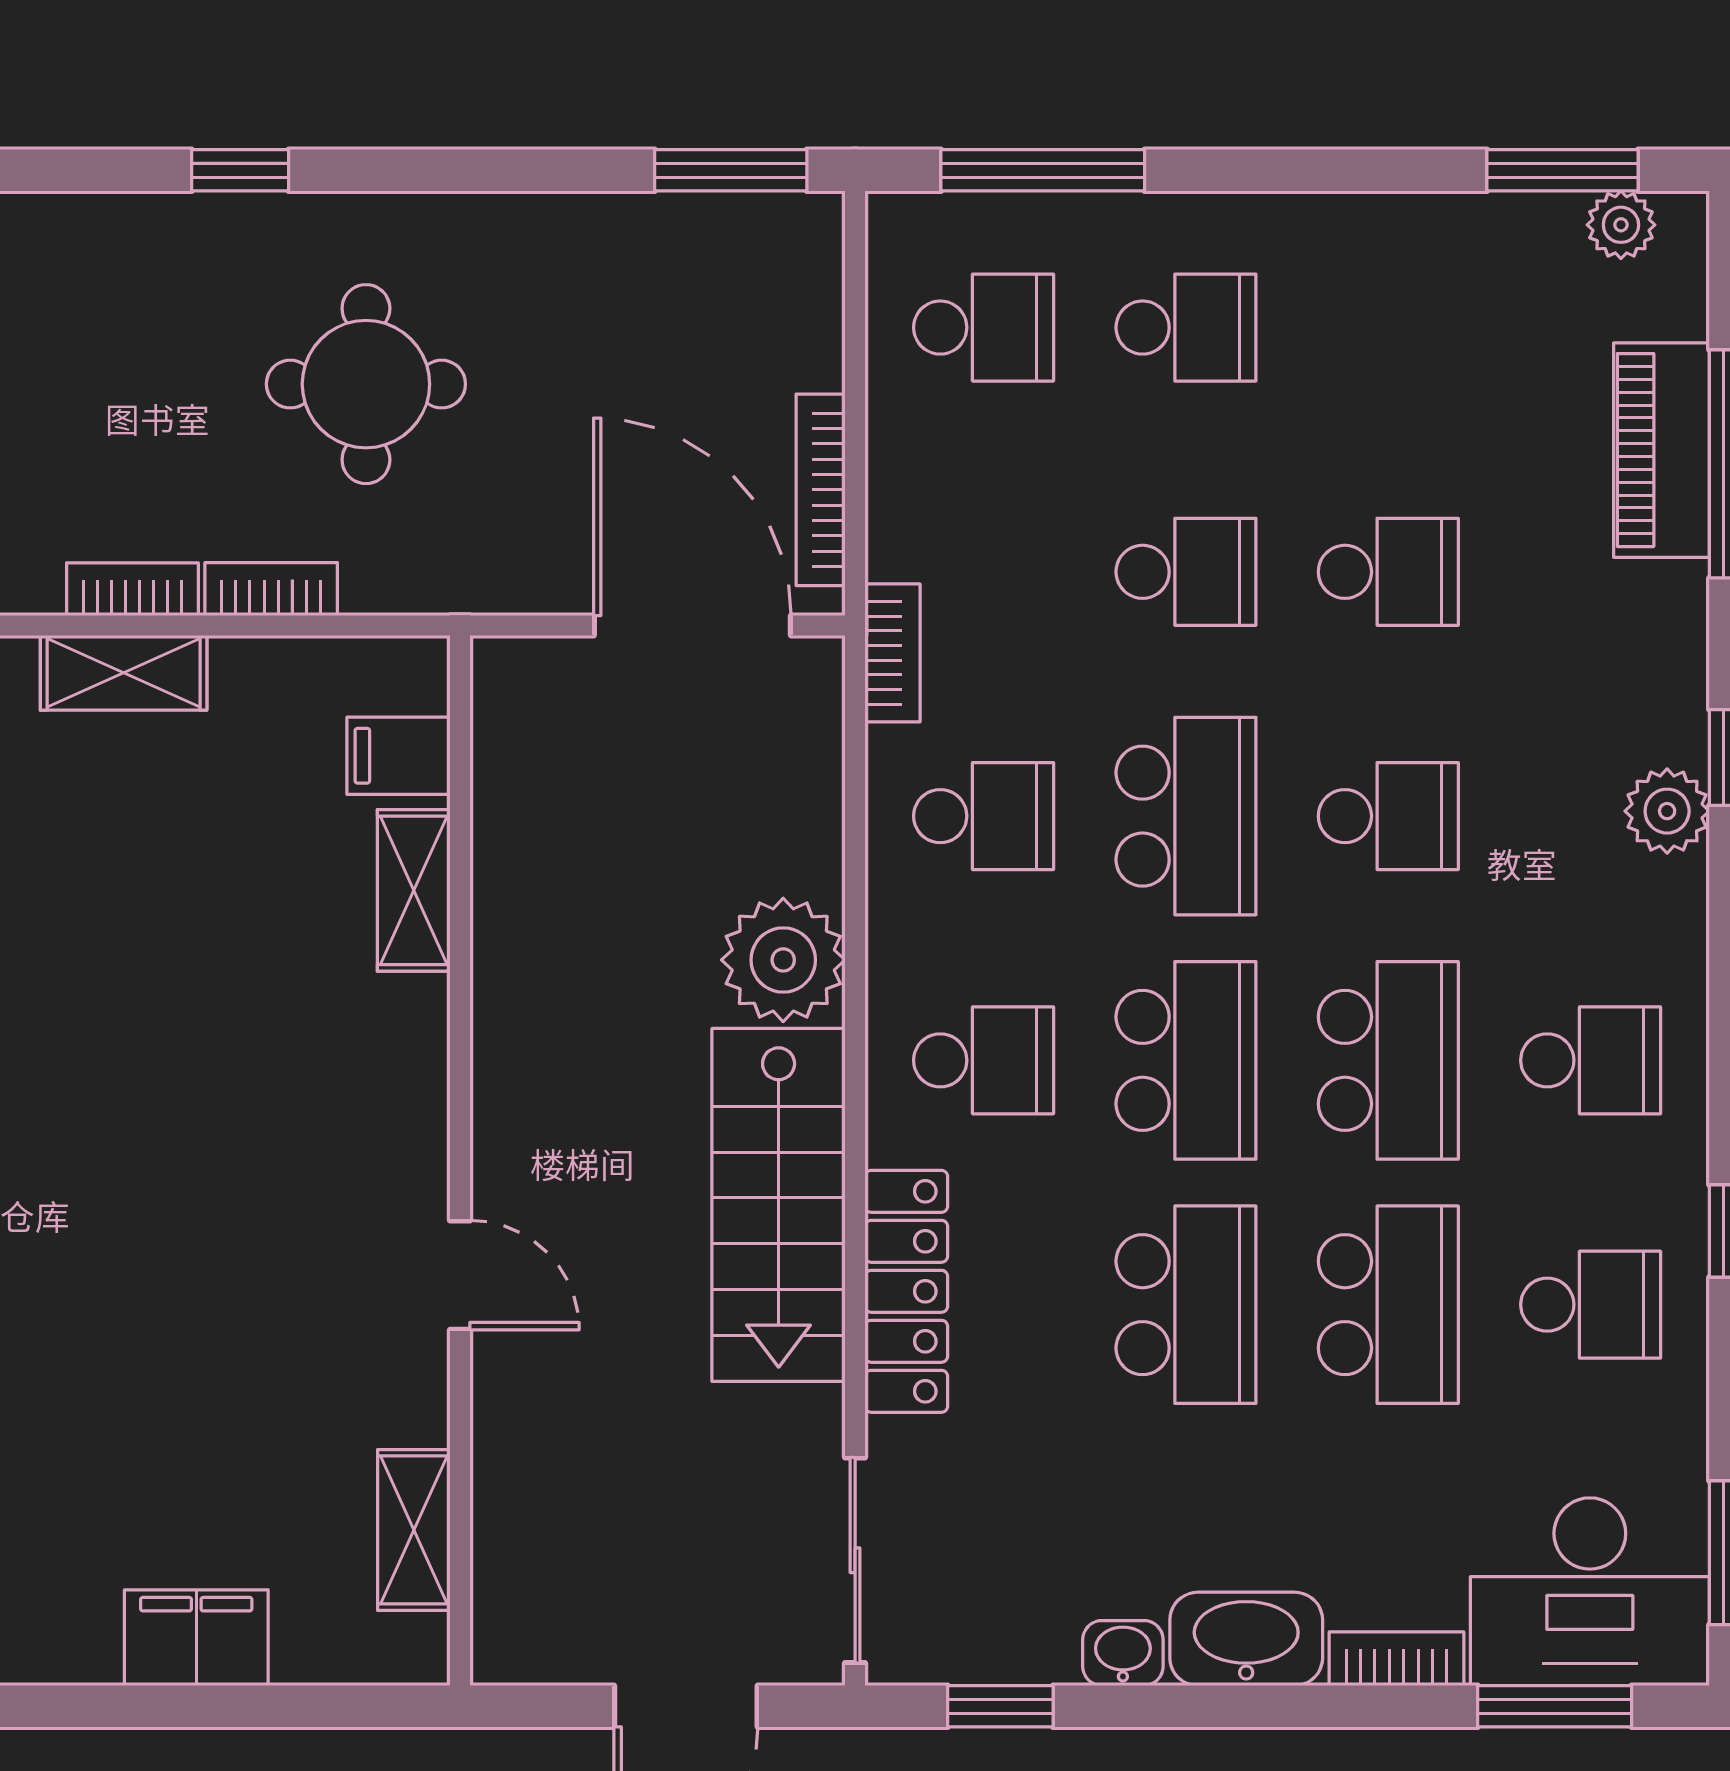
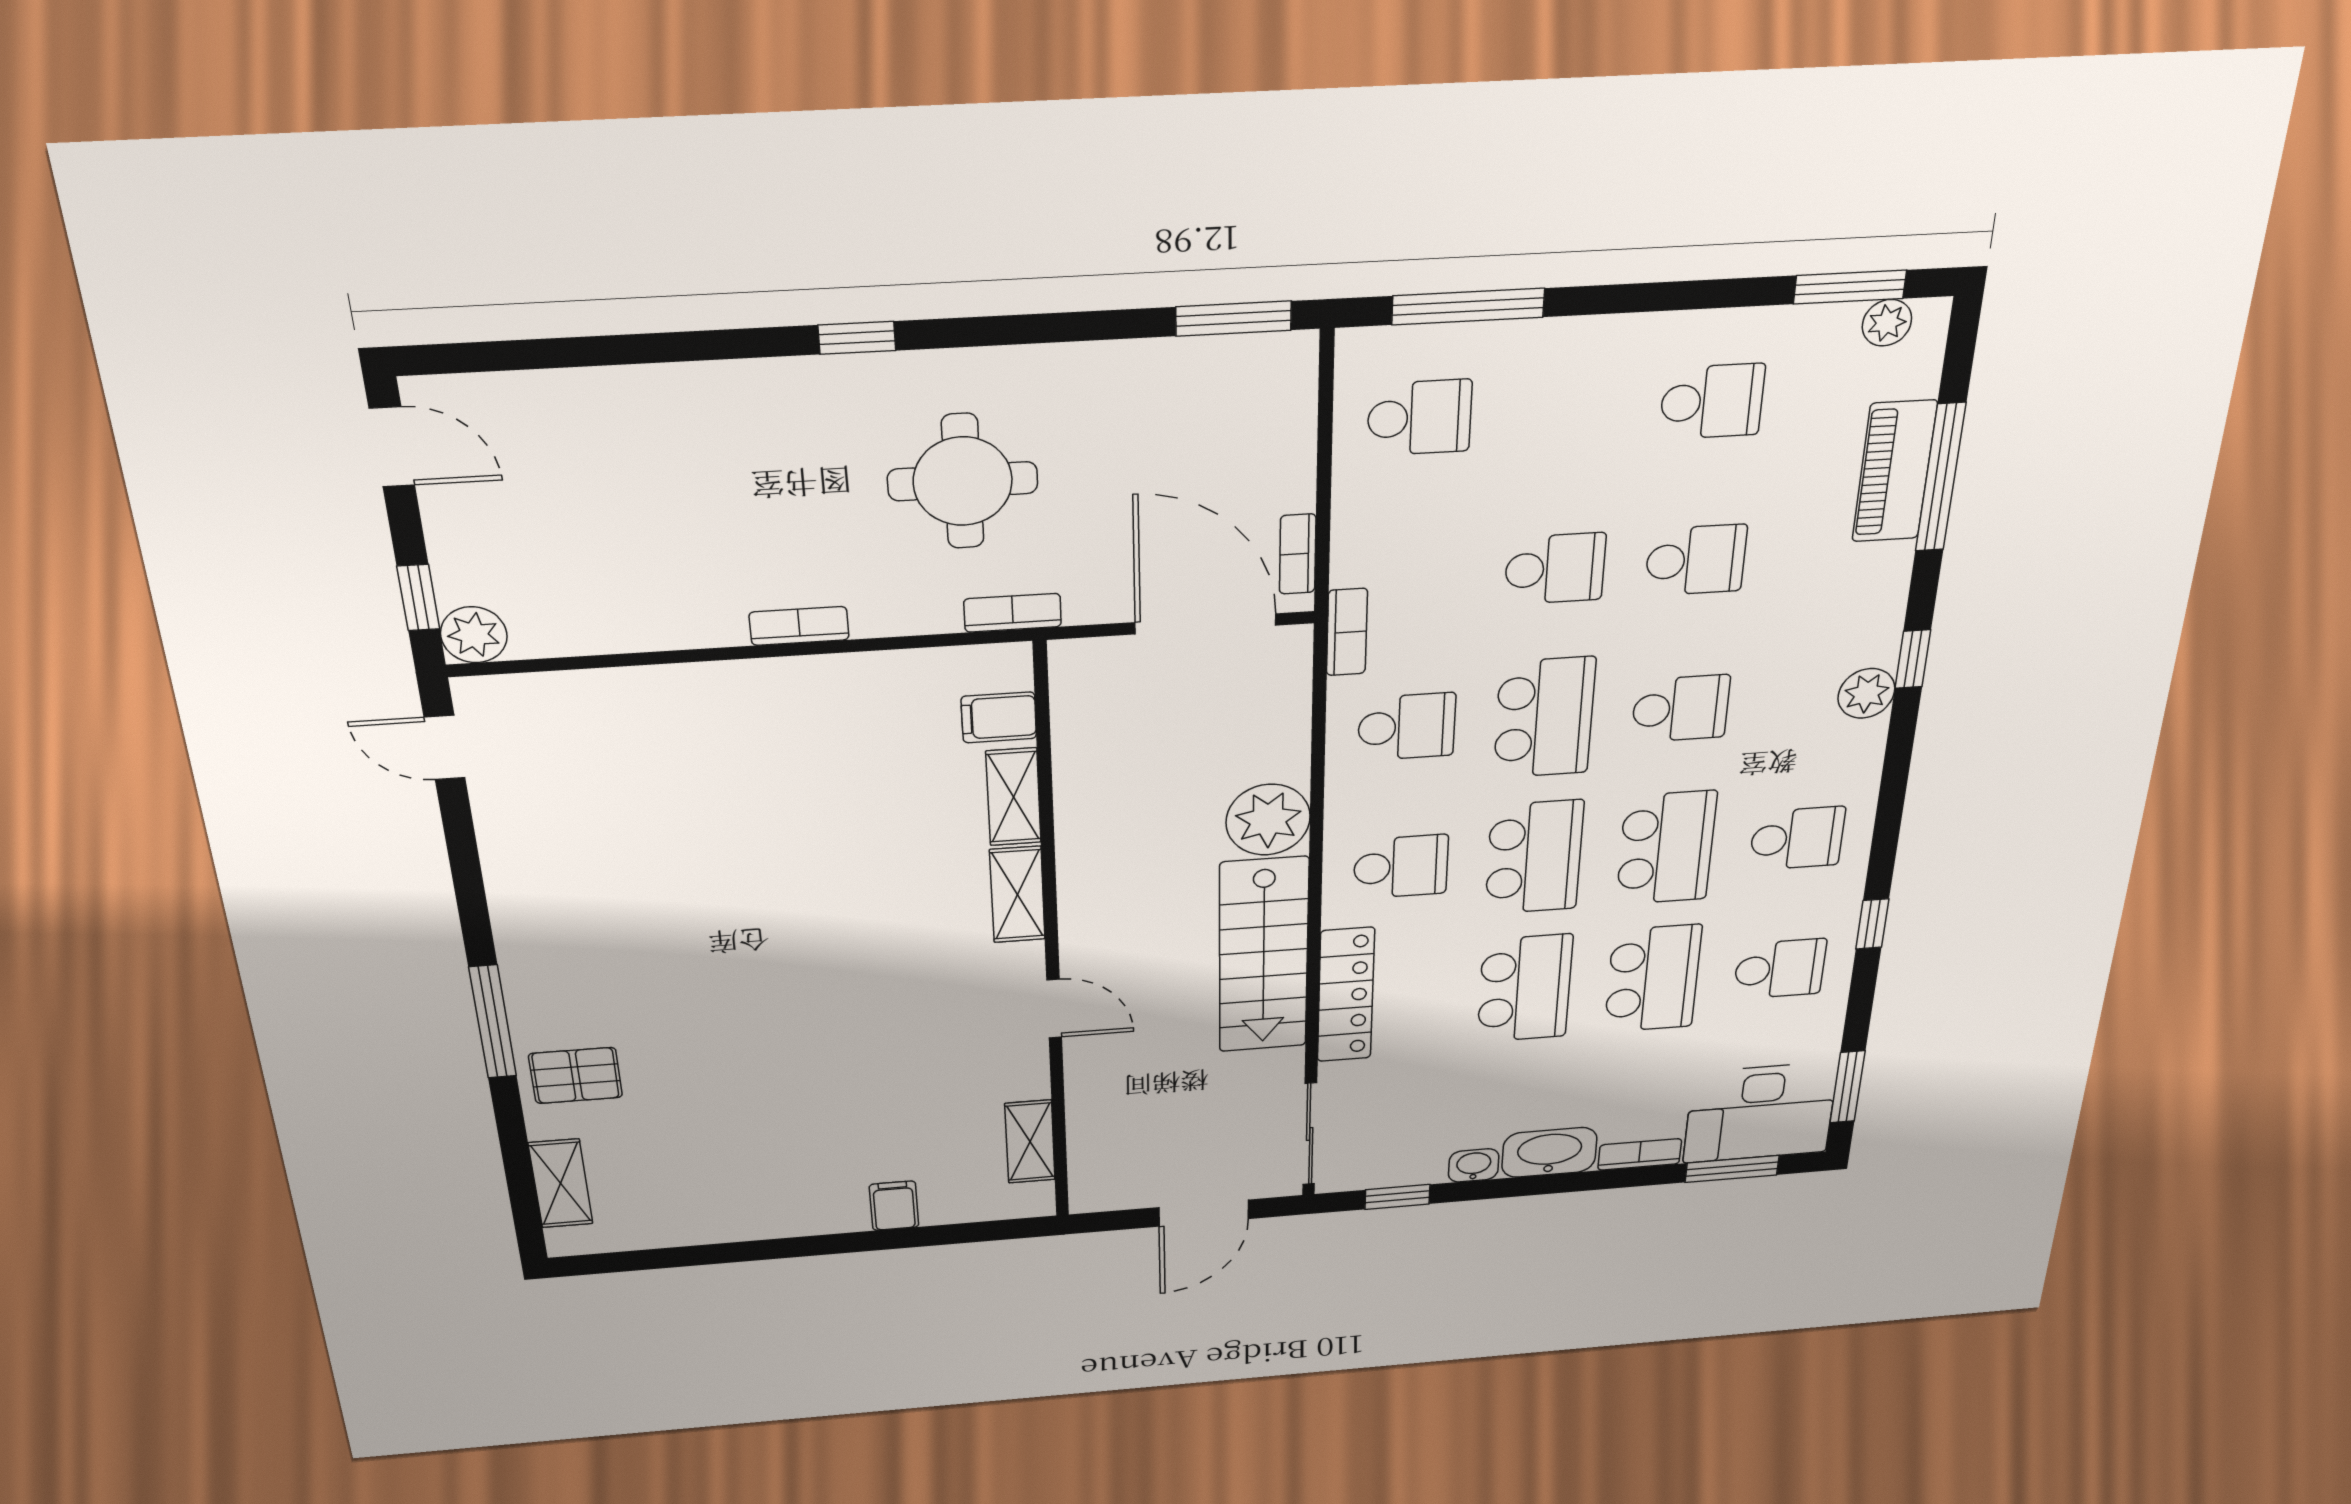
school desk: (1186, 328) -> (1712, 402), moved
bookcase: (821, 490) -> (1298, 554), width x0.64
bookcase: (271, 589) -> (1013, 613), moved
shelving: (124, 673) -> (1017, 895), moved, turned 90
filing cabinet: (196, 1638) -> (894, 1206), width x0.50

